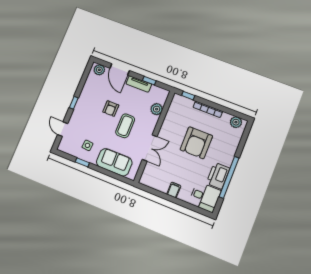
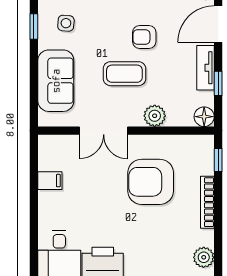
floor lamp: (163, 94) -> (204, 117), added
plant: (157, 109) -> (155, 116), moved
armchair: (196, 143) -> (151, 182), moved
filing cabinet: (174, 190) -> (50, 181), moved

